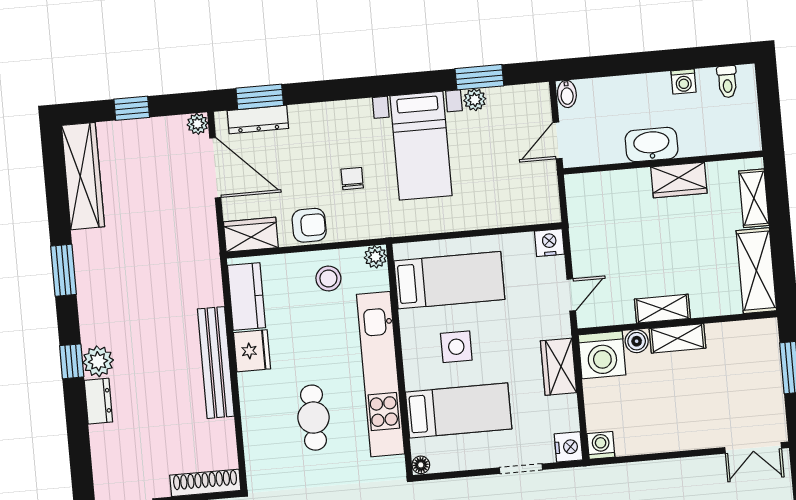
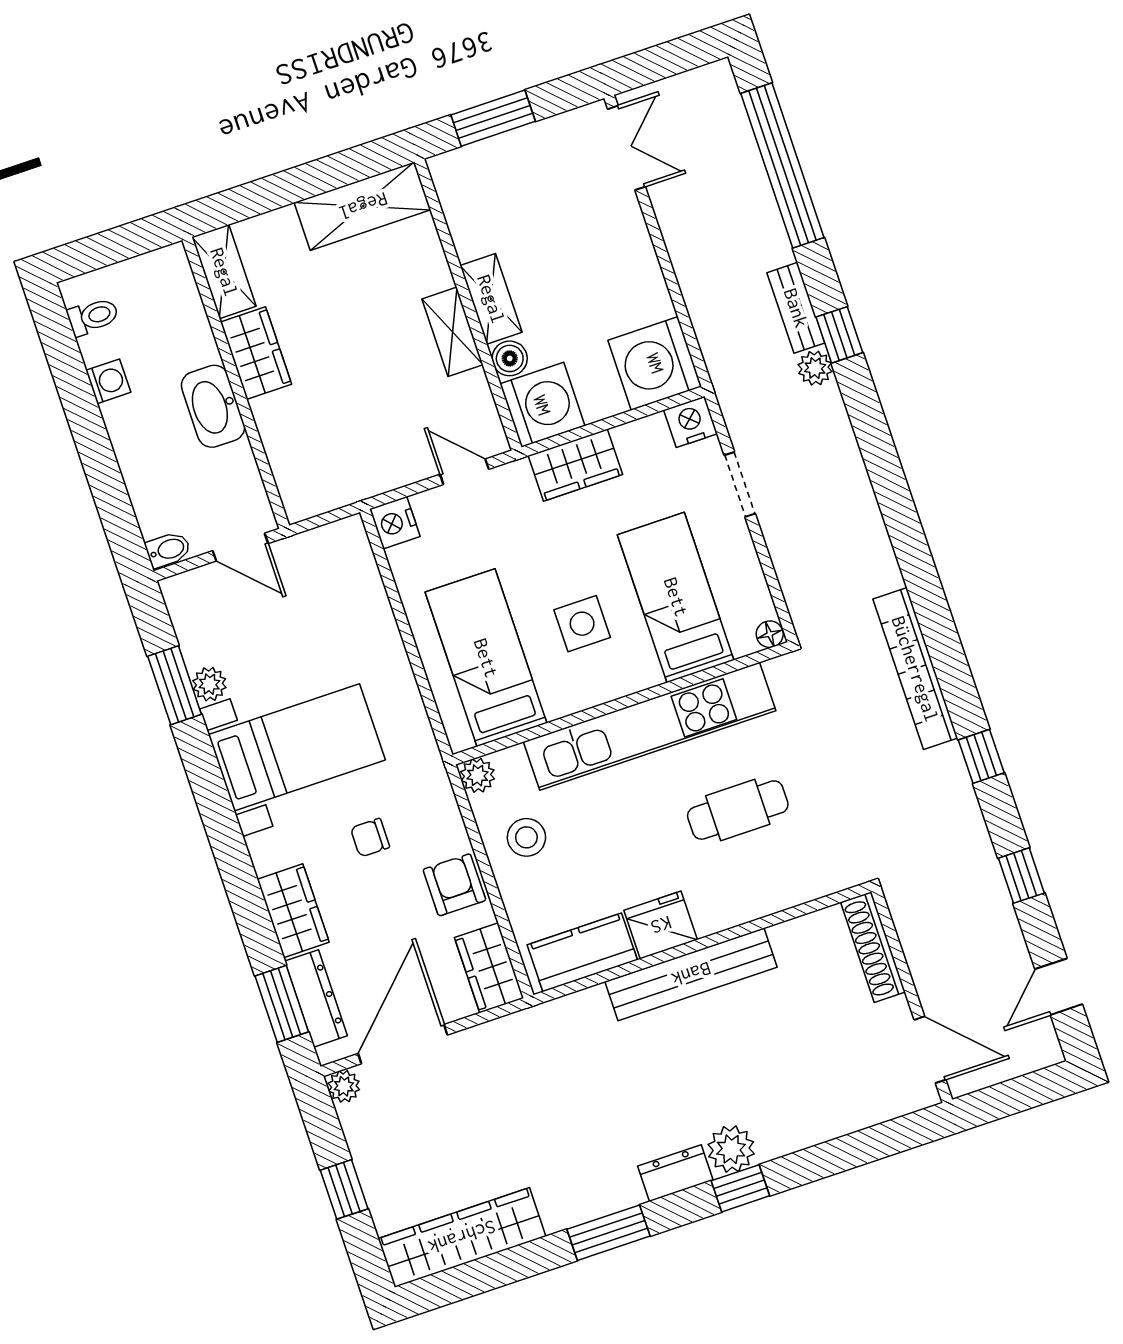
wardrobe: (317, 118) -> (293, 911), added
shelving: (754, 198) -> (224, 272), moved, turned 90
dresser: (98, 401) -> (675, 1173), moved
washing machine: (601, 445) -> (655, 363), width x1.89, depth x1.89

